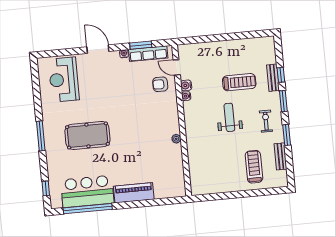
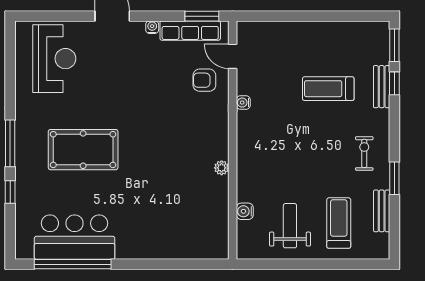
window: (141, 45) -> (202, 16), moved
reception desk: (64, 80) -> (54, 59), turned 180
treadmill: (239, 82) -> (328, 89), turned 180
water cooler: (186, 85) -> (245, 211), moved
window: (283, 101) -> (394, 45), moved
weight bench: (229, 117) -> (290, 226), moved
window: (46, 188) -> (10, 192), moved
piano: (134, 193) -> (147, 246), removed

